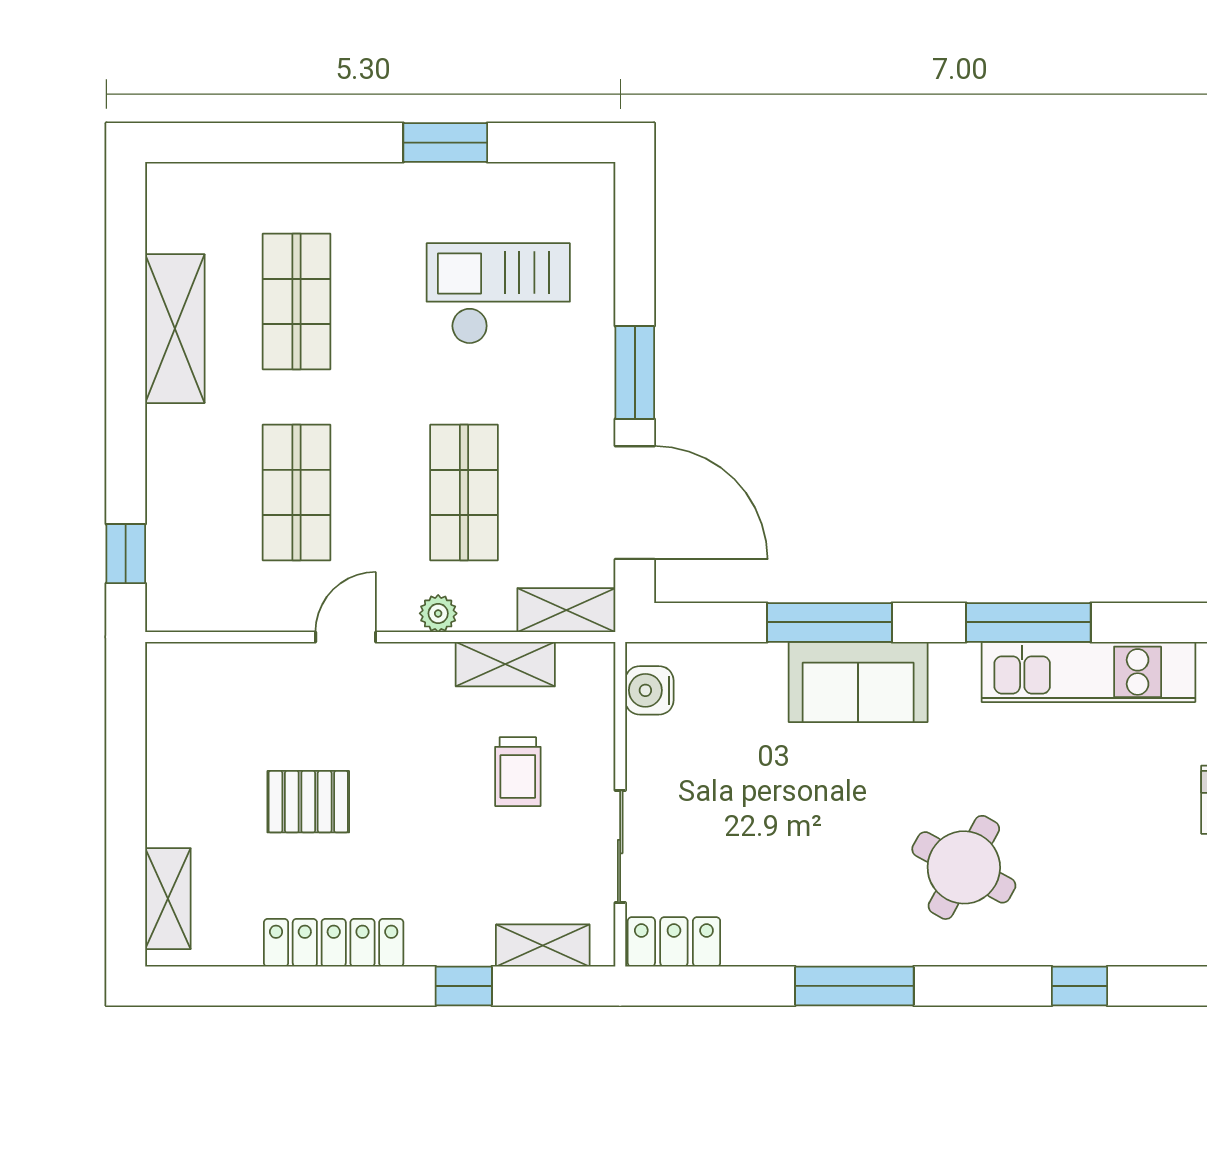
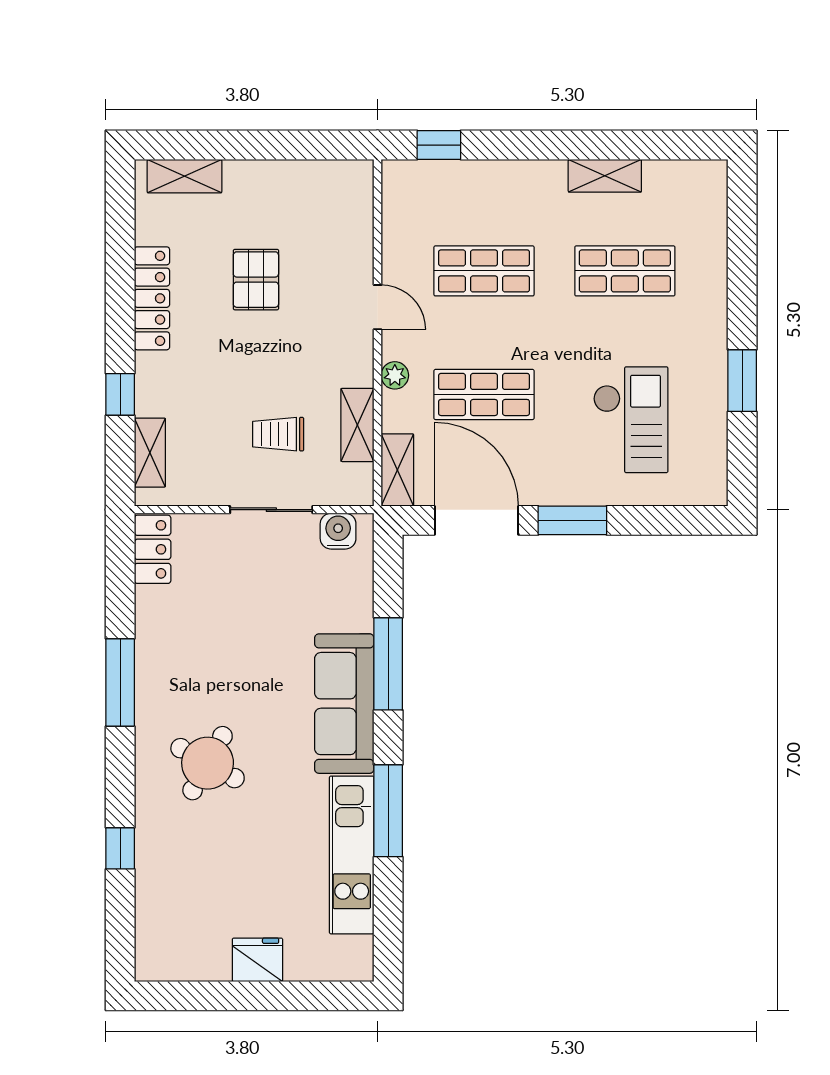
shelving: (175, 329) -> (605, 176), width x0.67, depth x0.75
door: (635, 503) -> (477, 520), swing flipped
sofa: (858, 682) -> (344, 704), width x1.36
sliding door: (620, 847) -> (271, 510), moved

